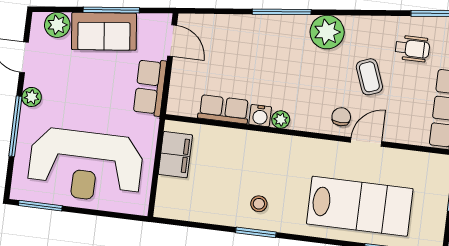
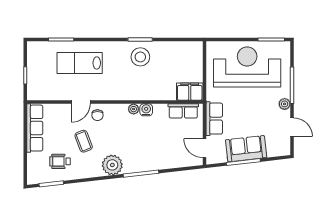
plant: (57, 25) -> (275, 149), removed
row of seats: (224, 109) -> (183, 111), moved
filing cabinet: (175, 155) -> (190, 92), moved, turned 90
stool: (259, 204) -> (140, 57), width x1.89, depth x1.89
lab bench: (360, 206) -> (80, 63), width x0.73, depth x0.72

